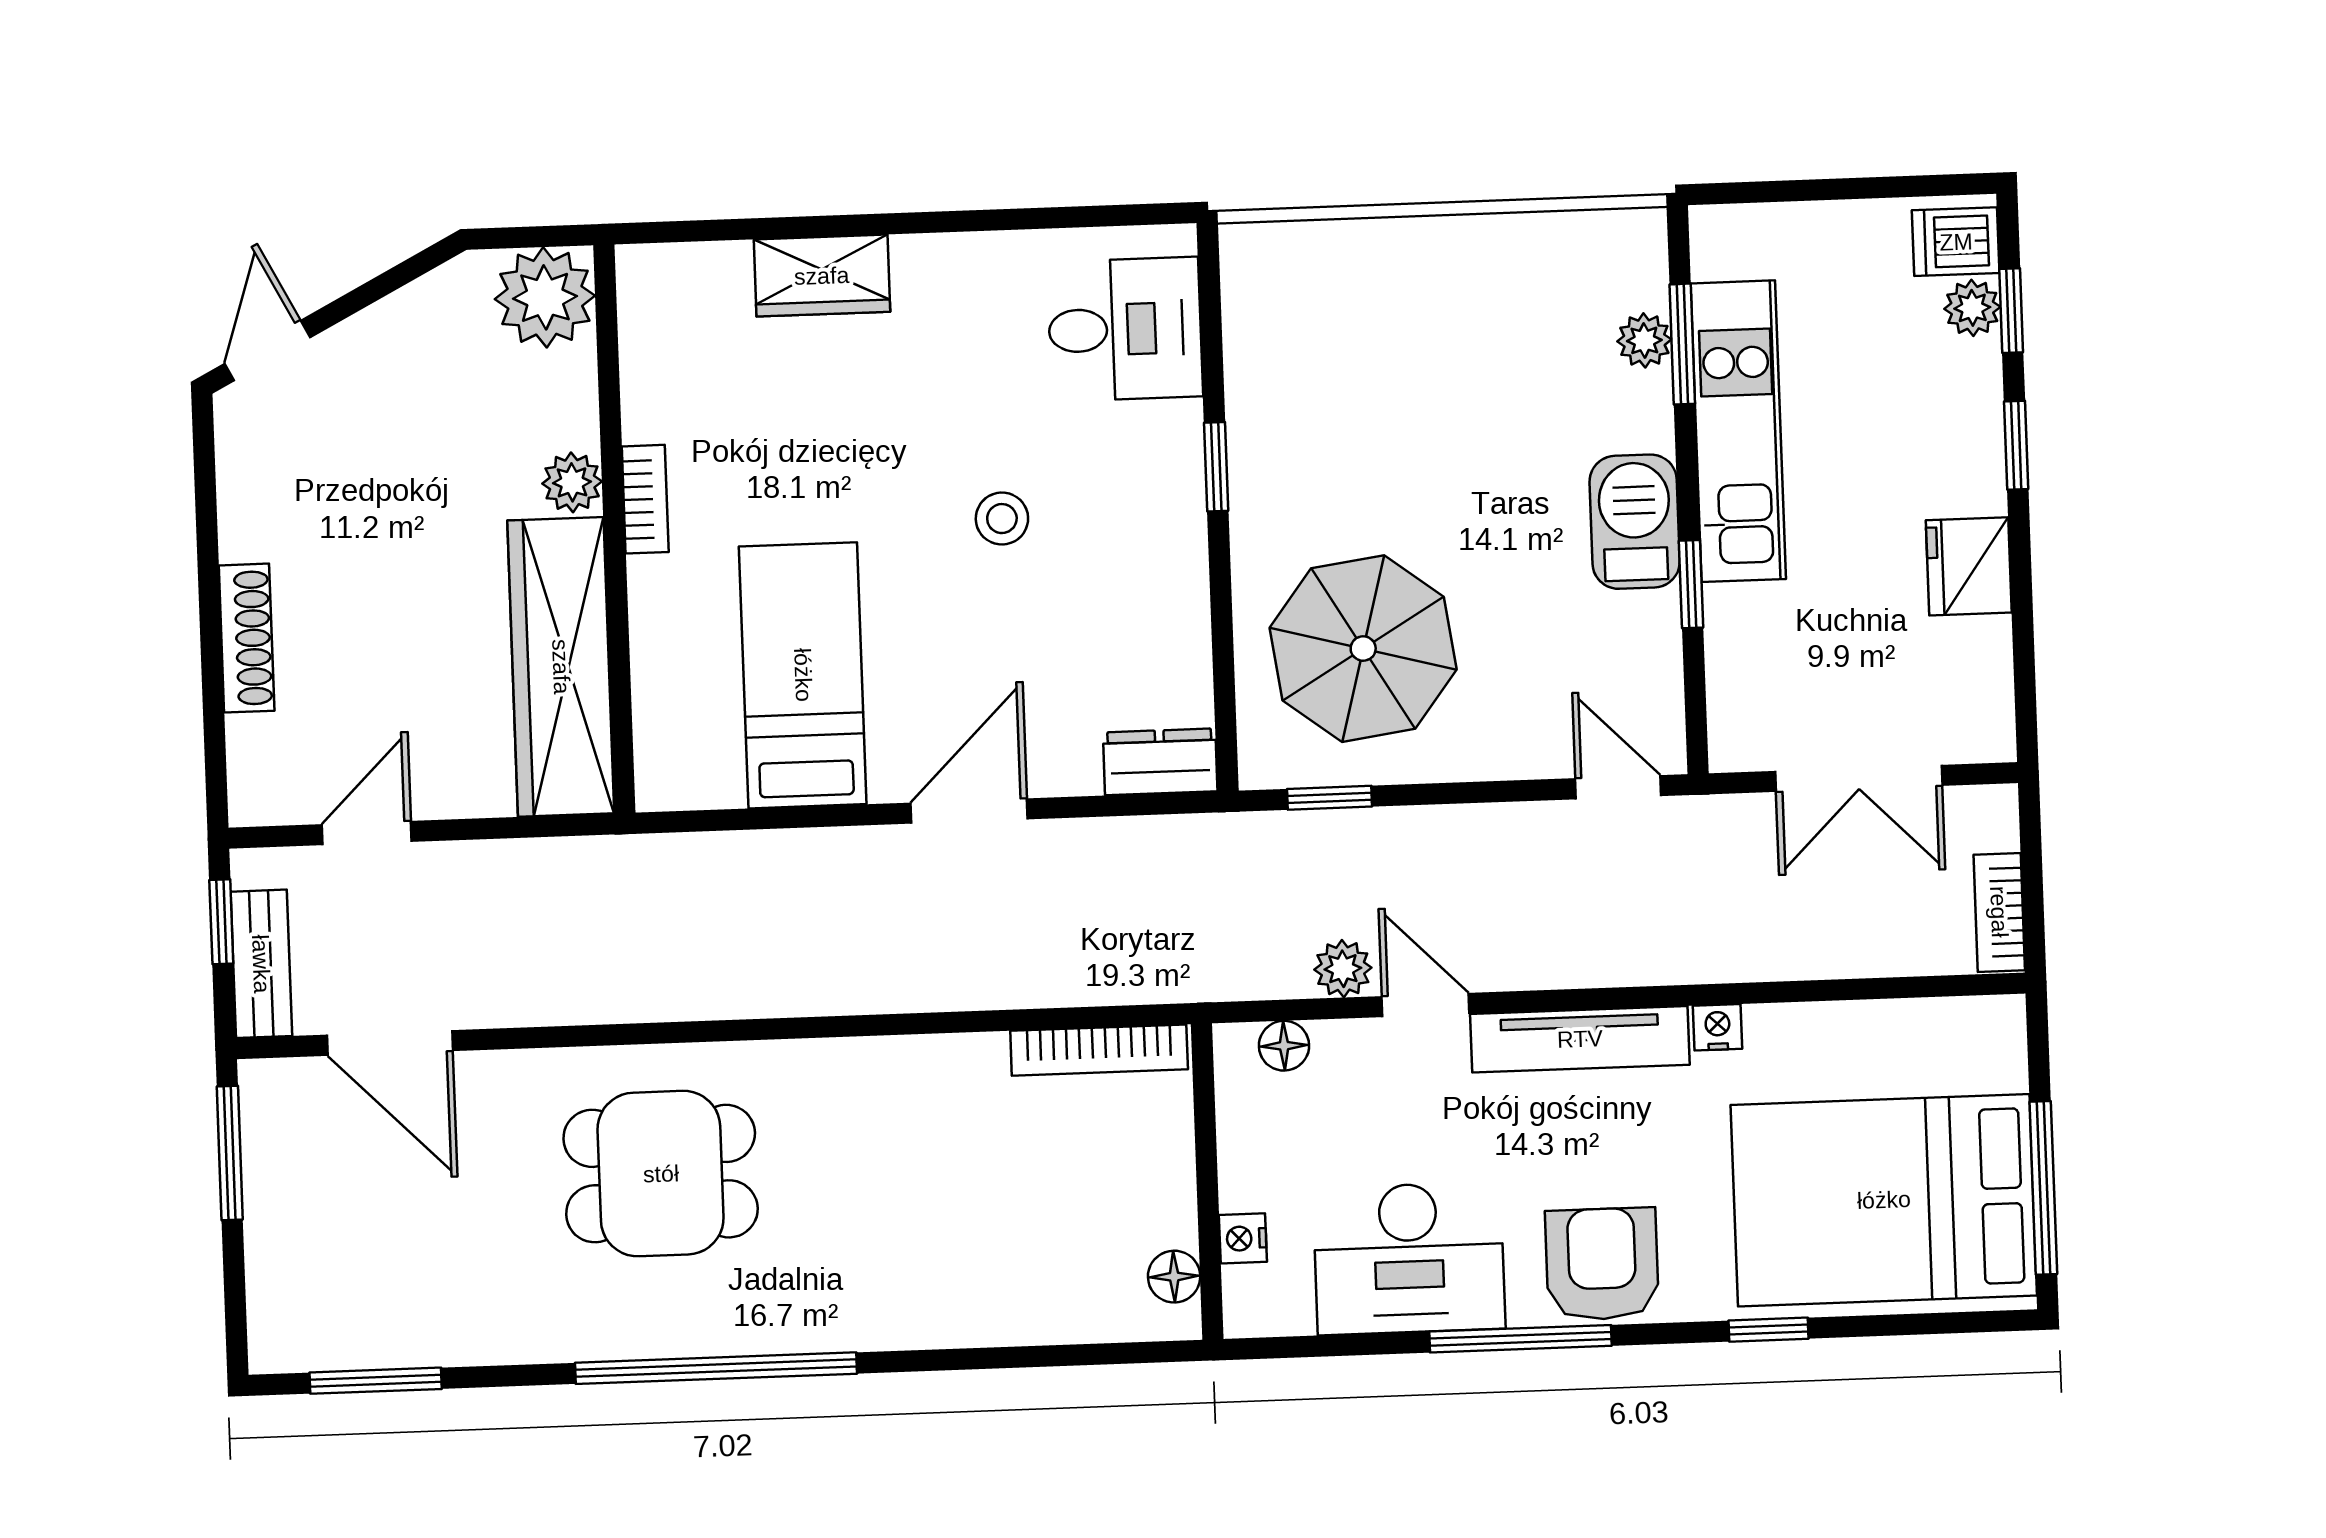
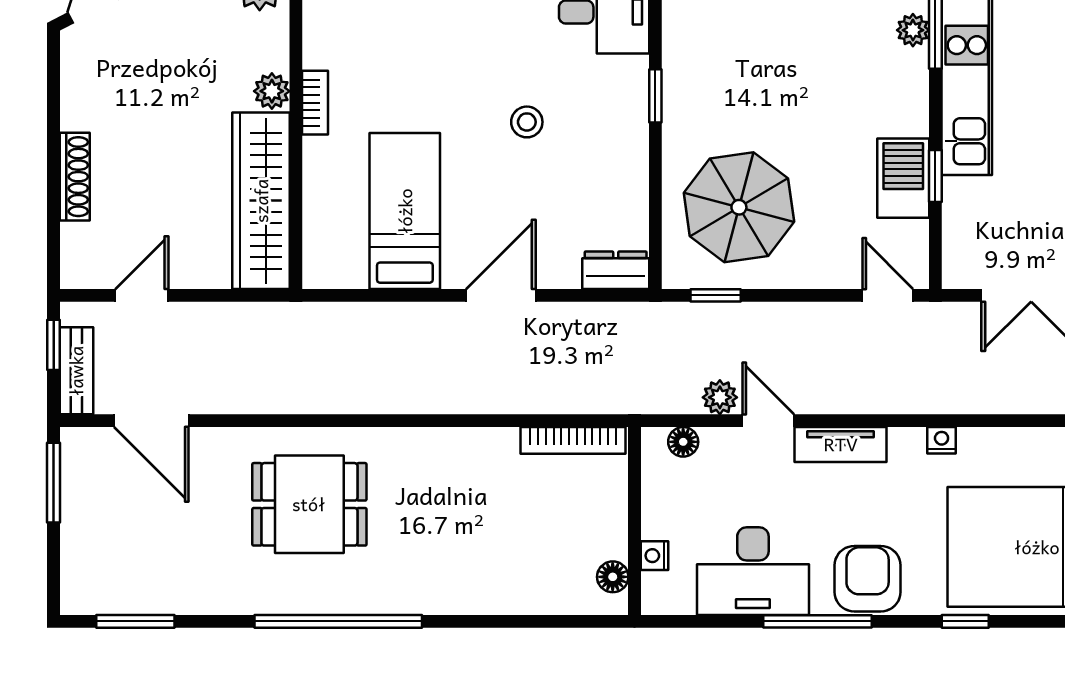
barbecue: (1635, 522) -> (903, 178), moved
tv unit: (1580, 1039) -> (841, 444), width x0.71

